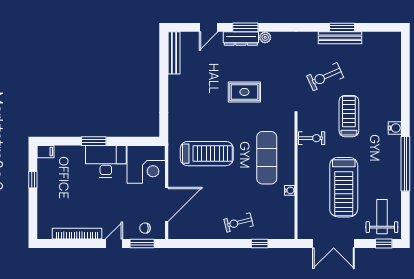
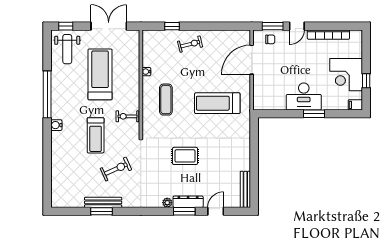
exercise mat: (267, 158) -> (166, 100), width x0.73, depth x0.69
corner desk: (146, 164) -> (346, 75), moved, turned -90

